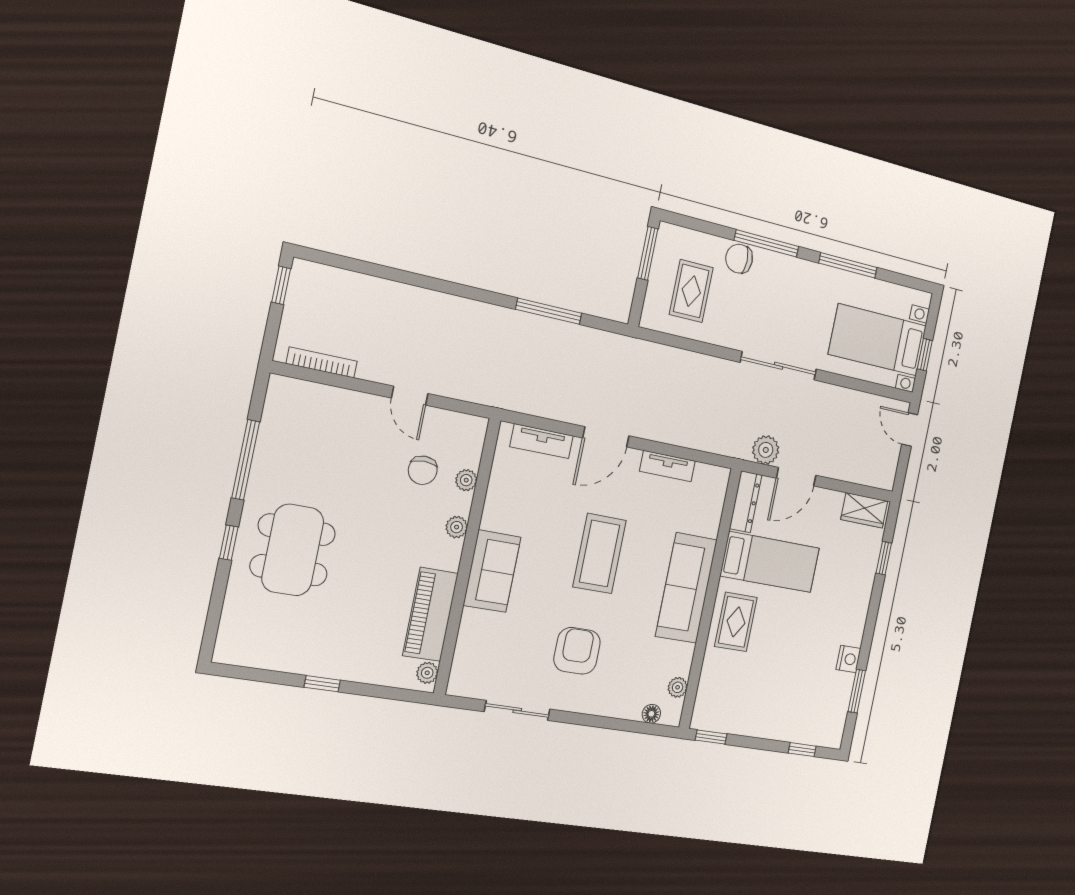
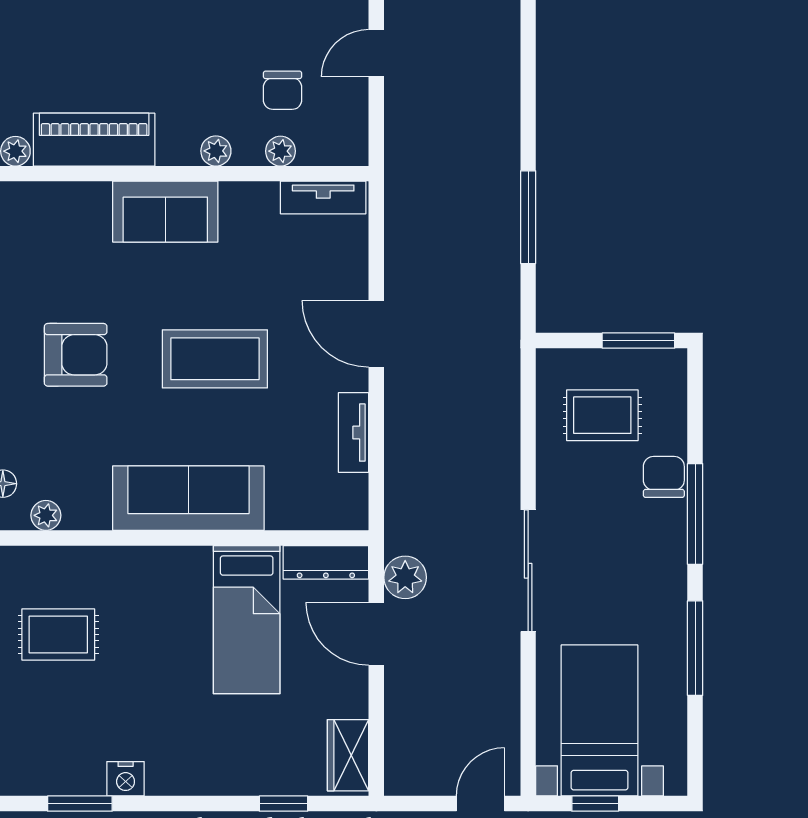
tv unit: (542, 441) -> (323, 197), moved, turned -90
chair: (423, 470) -> (283, 90), turned -90
rug: (736, 622) -> (58, 634), moved

